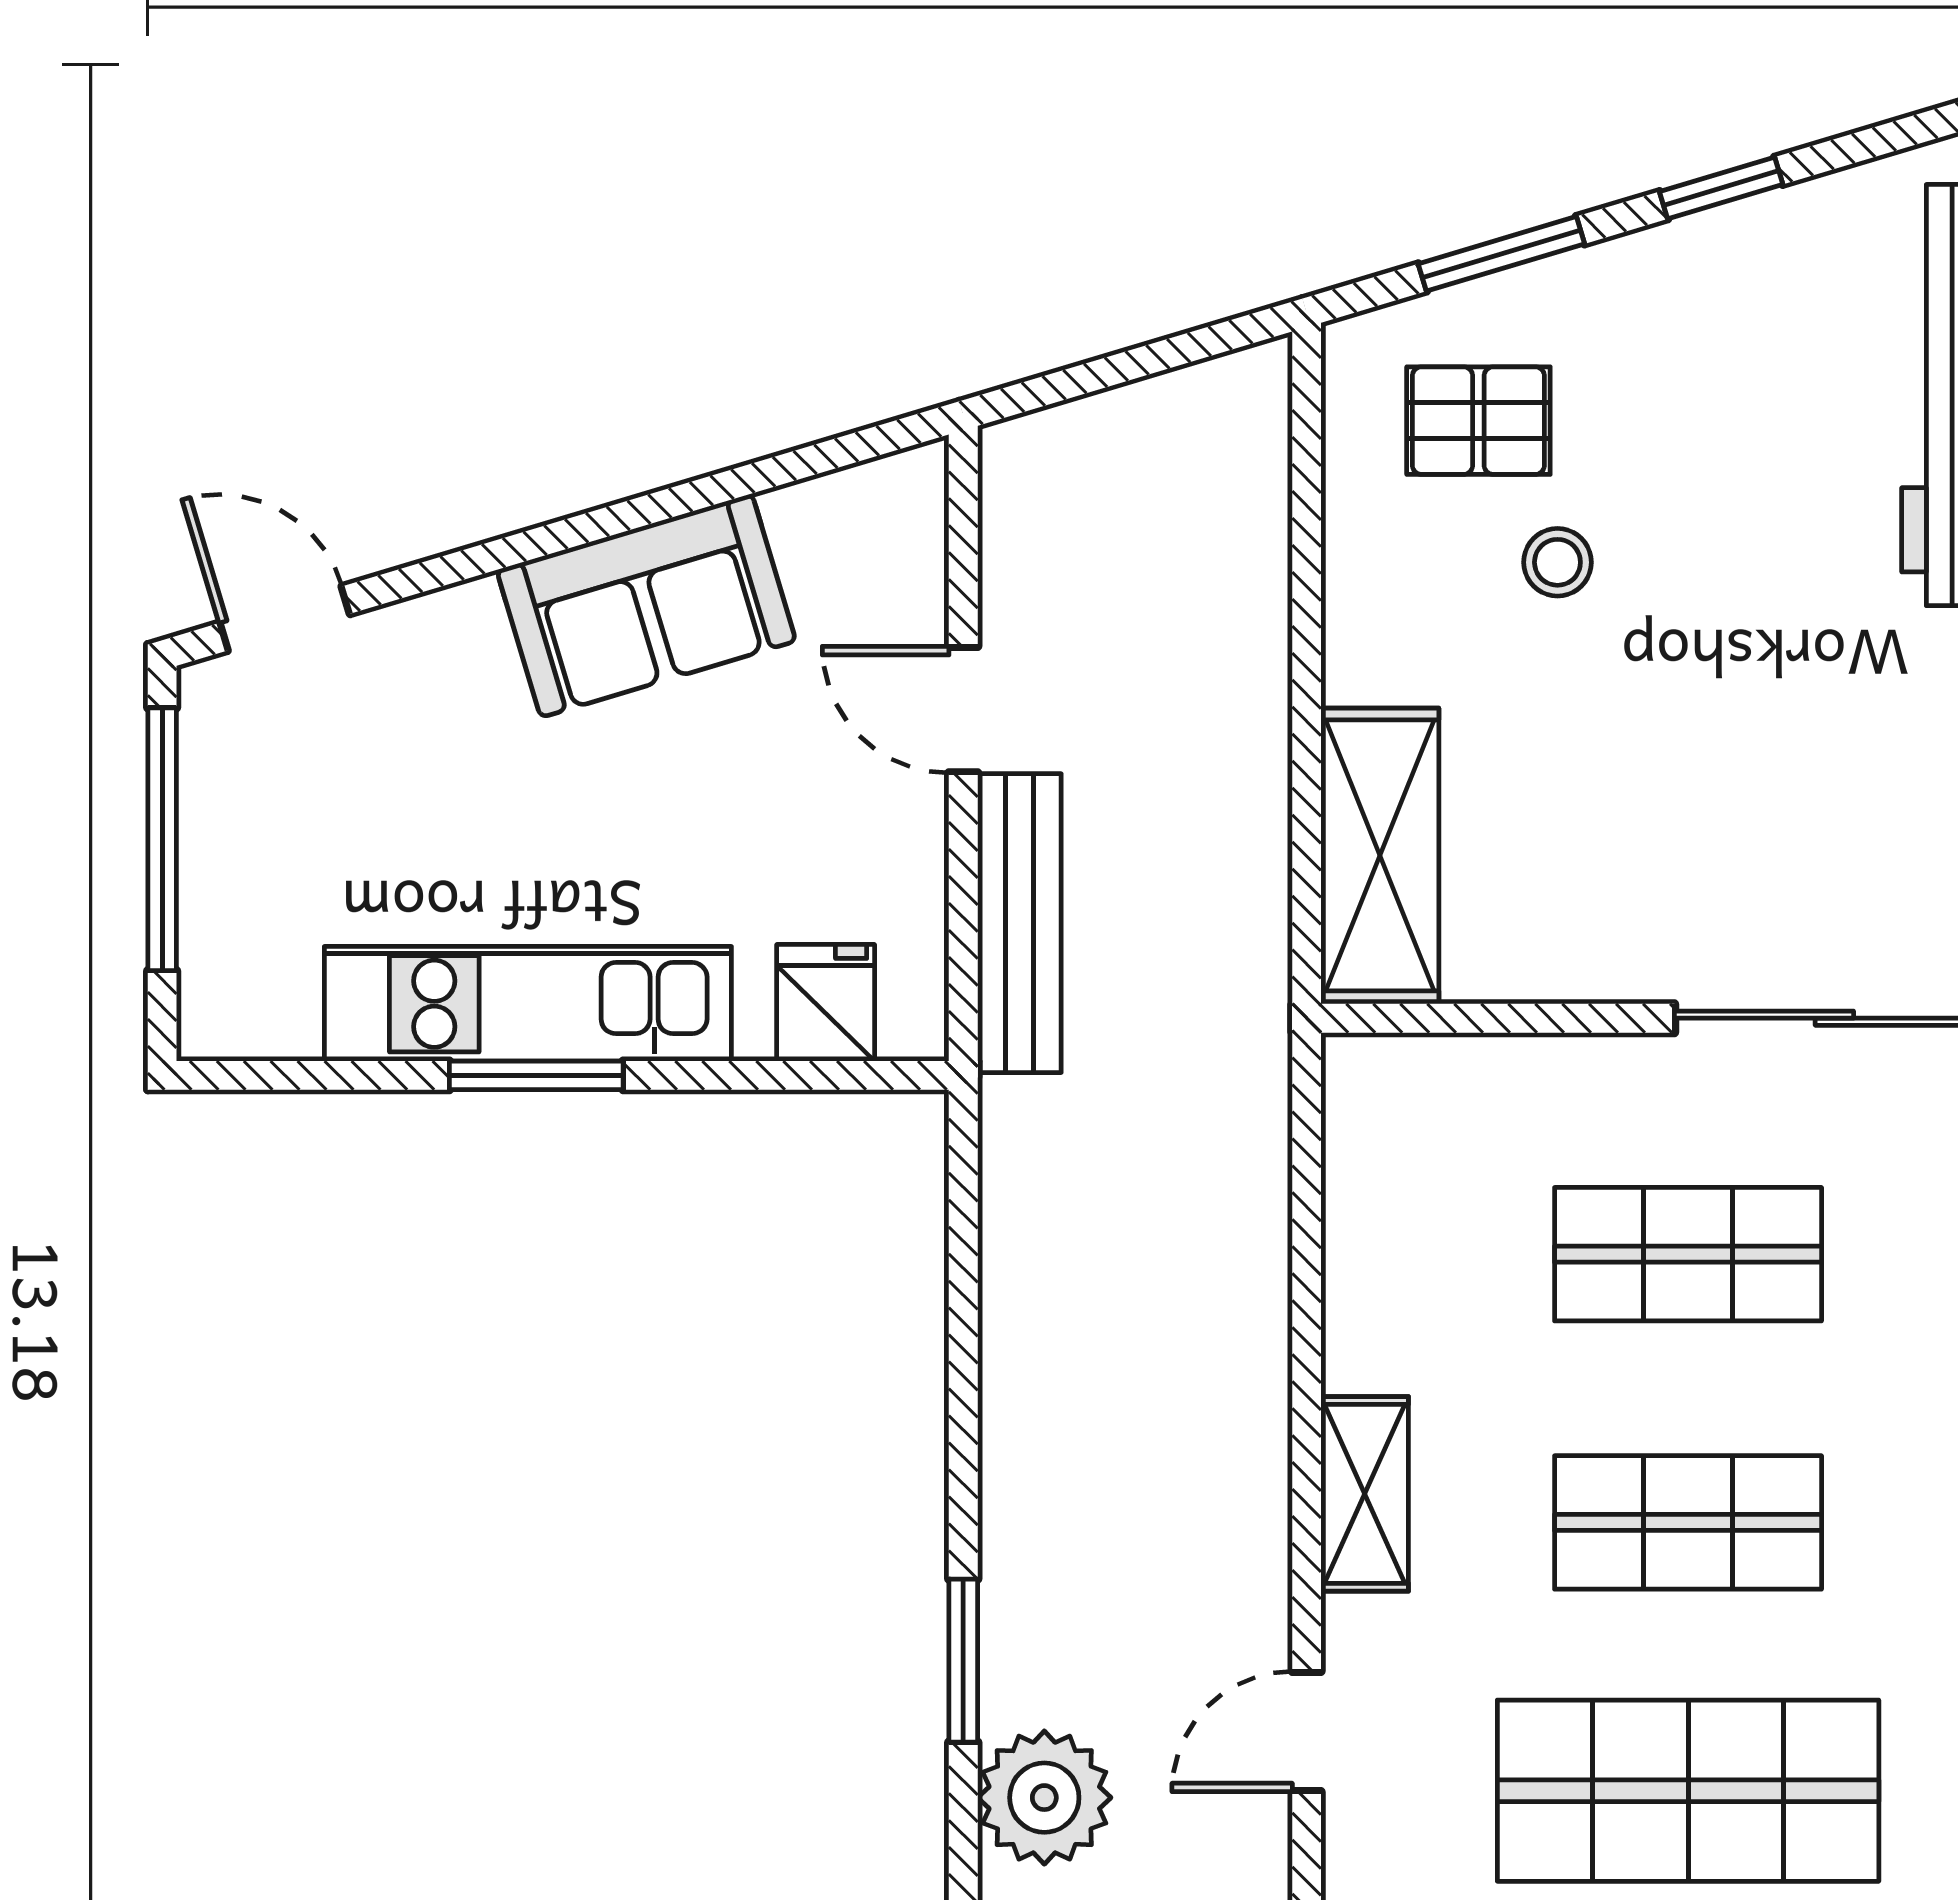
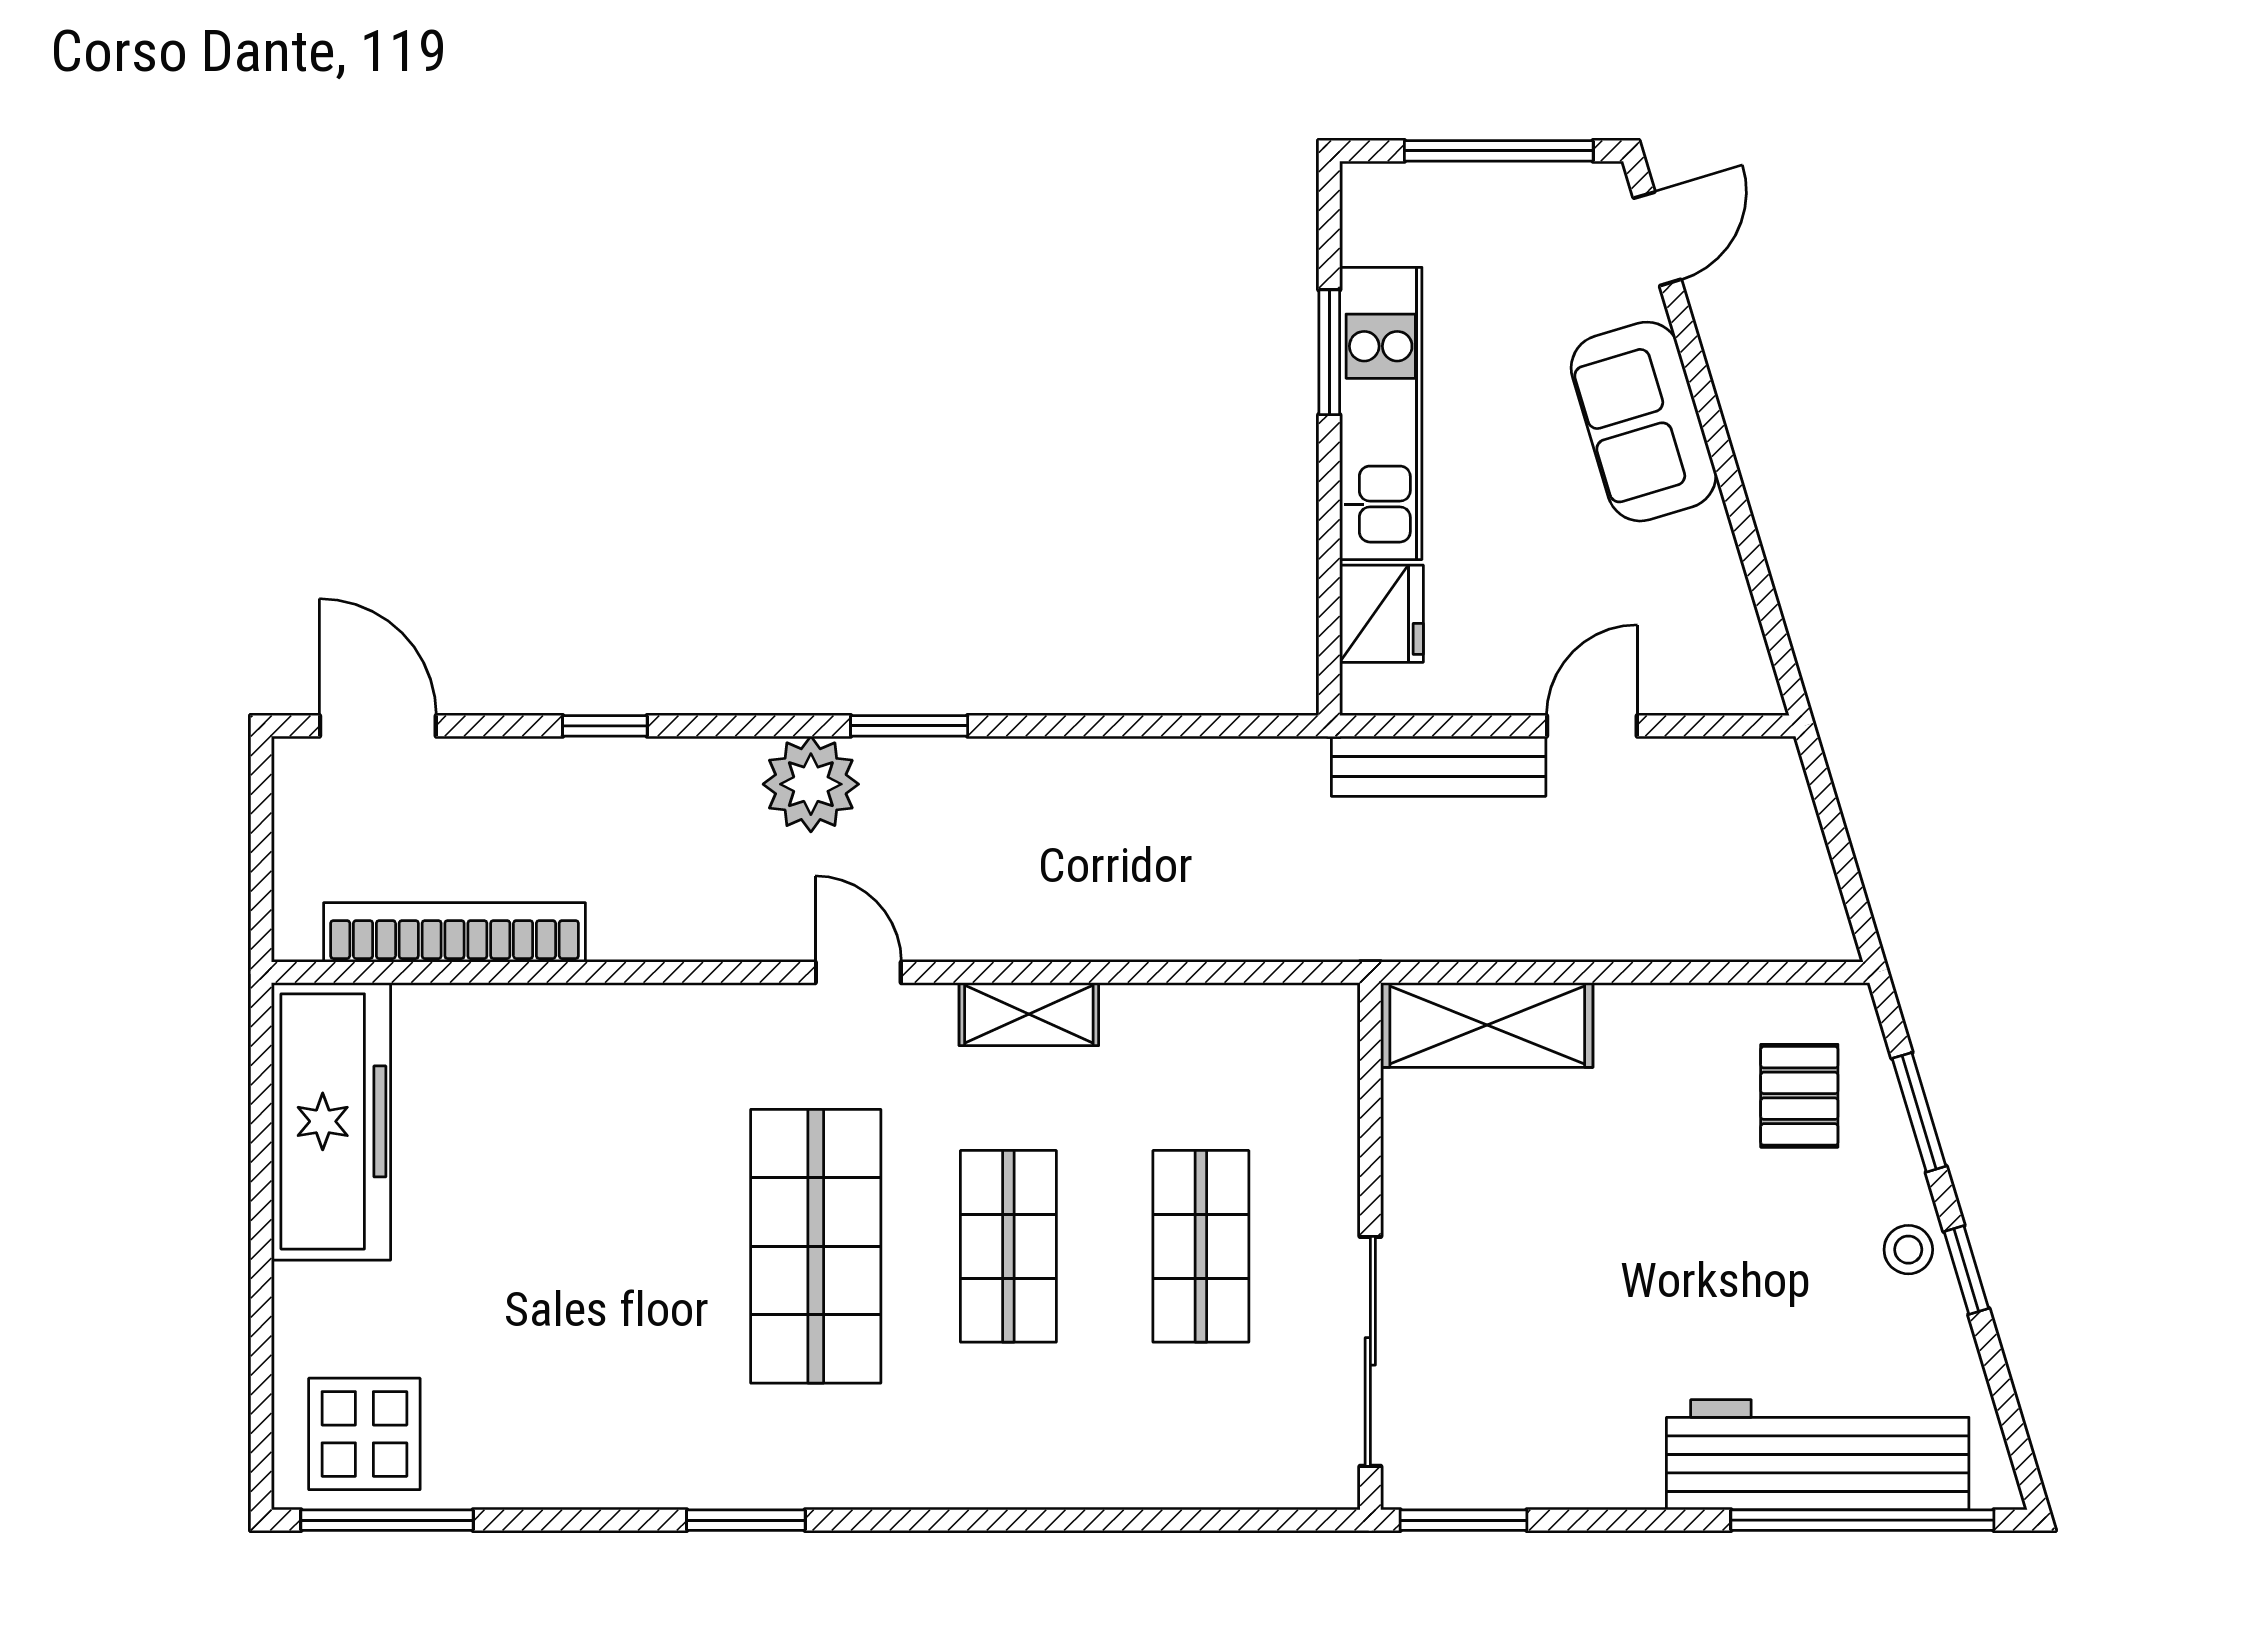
stool: (1557, 562) -> (1908, 1250), moved
sofa: (646, 606) -> (1644, 422), moved
fridge: (826, 1003) -> (1381, 614), width x1.38
window: (536, 1075) -> (1329, 352), moved

